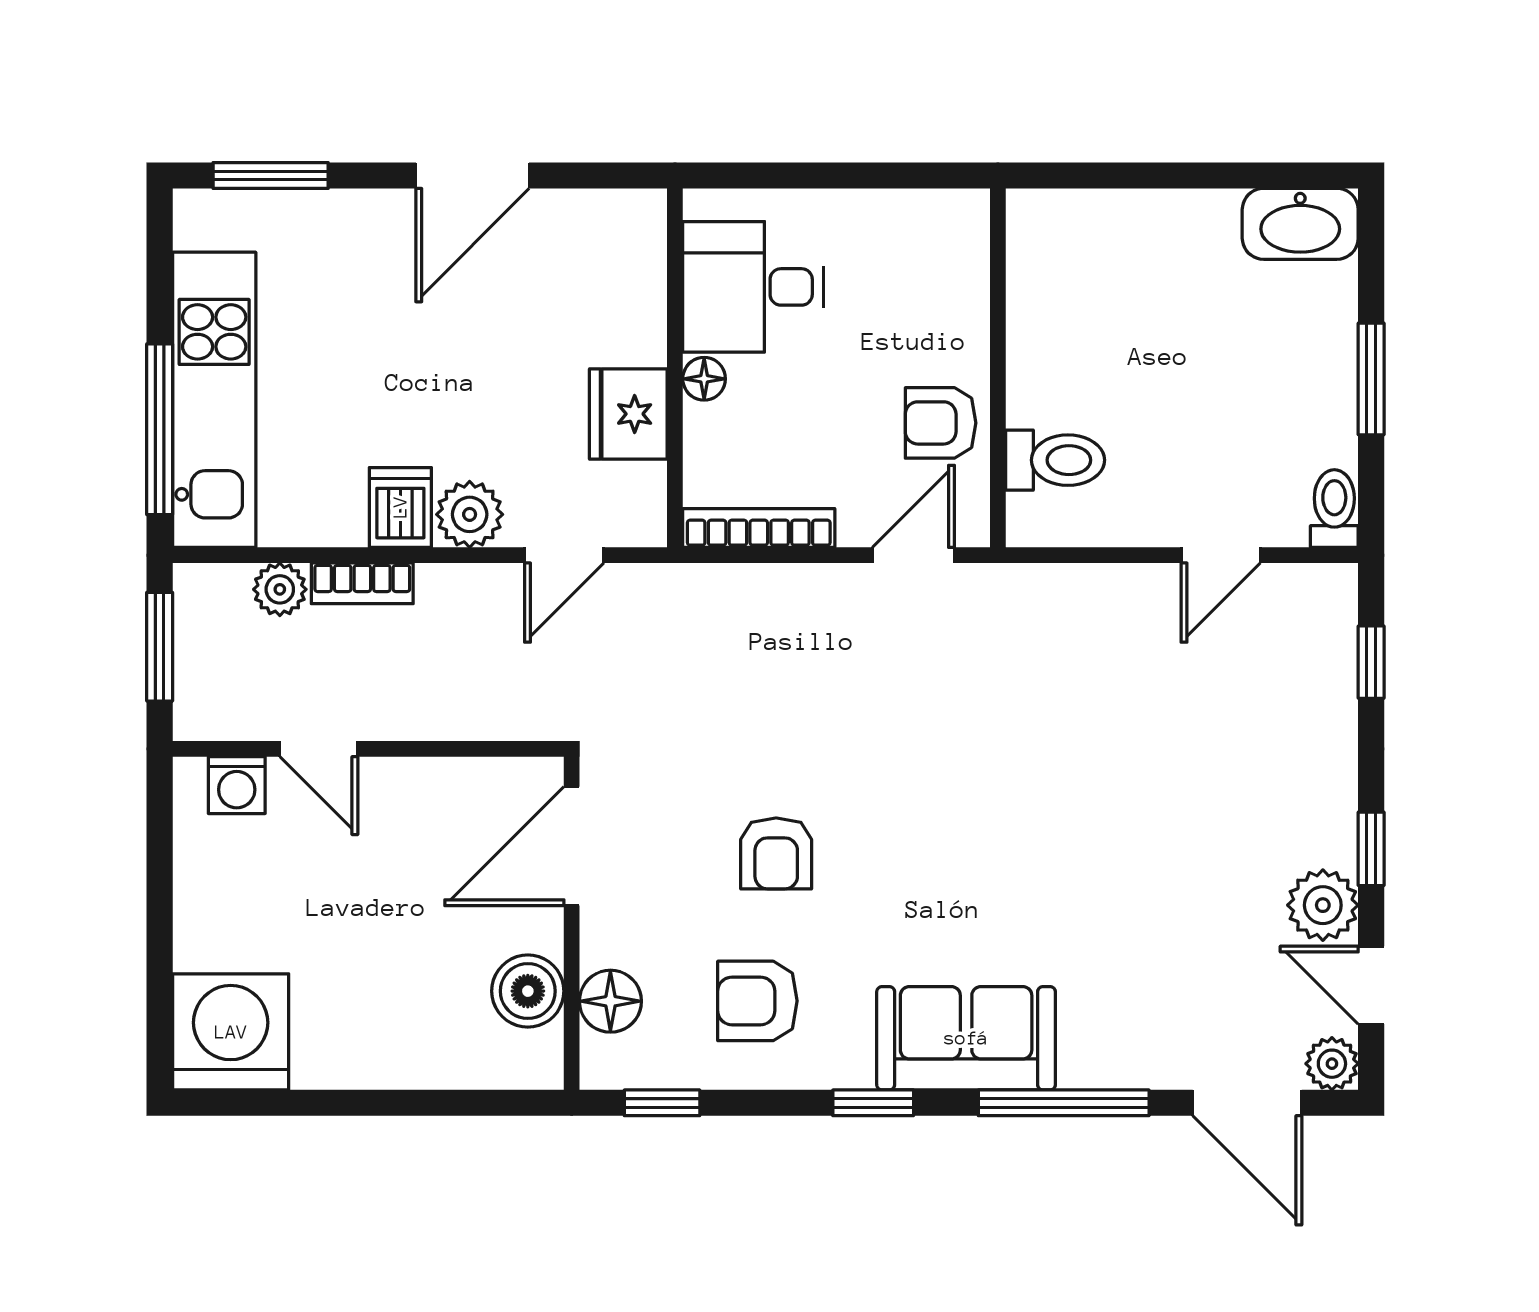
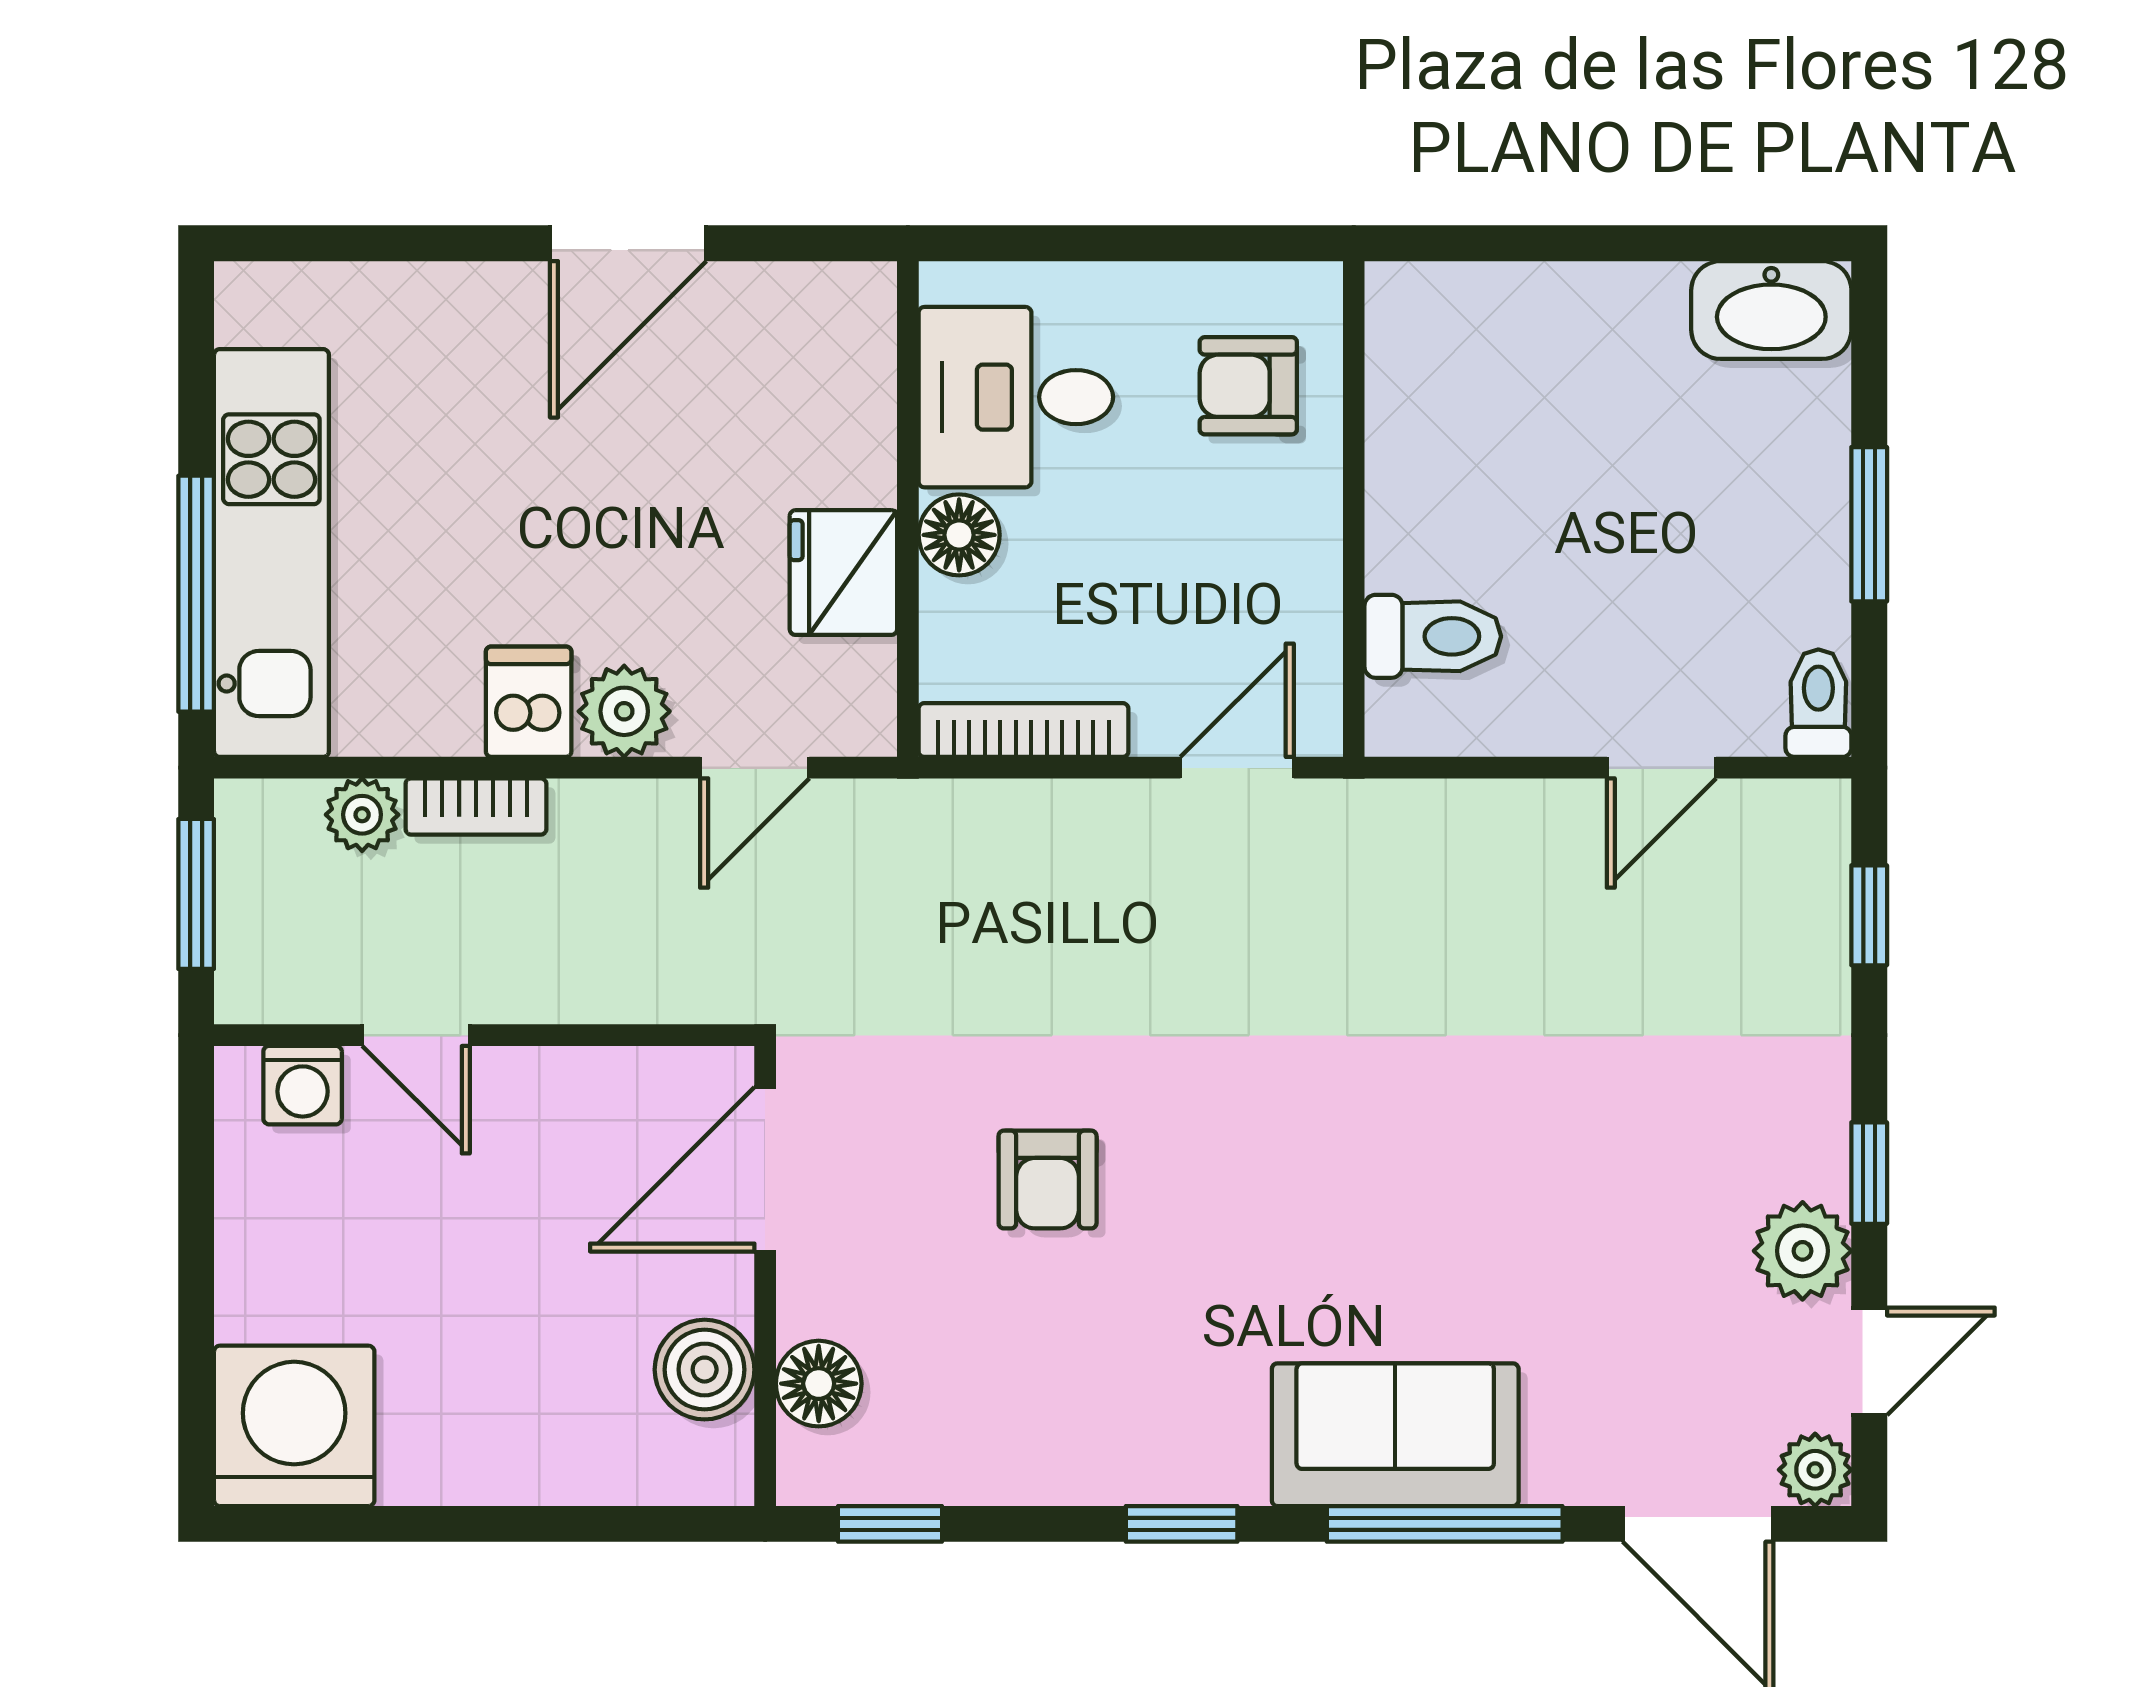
window: (271, 175) -> (349, 243), removed
floor lamp: (704, 379) -> (959, 535), width x1.37, depth x1.37
armchair: (941, 423) -> (1248, 386), moved
door: (1371, 985) -> (1869, 1361), swing flipped
armchair: (757, 1001) -> (1022, 1383), removed
sofa: (966, 1038) -> (1395, 1435), moved

